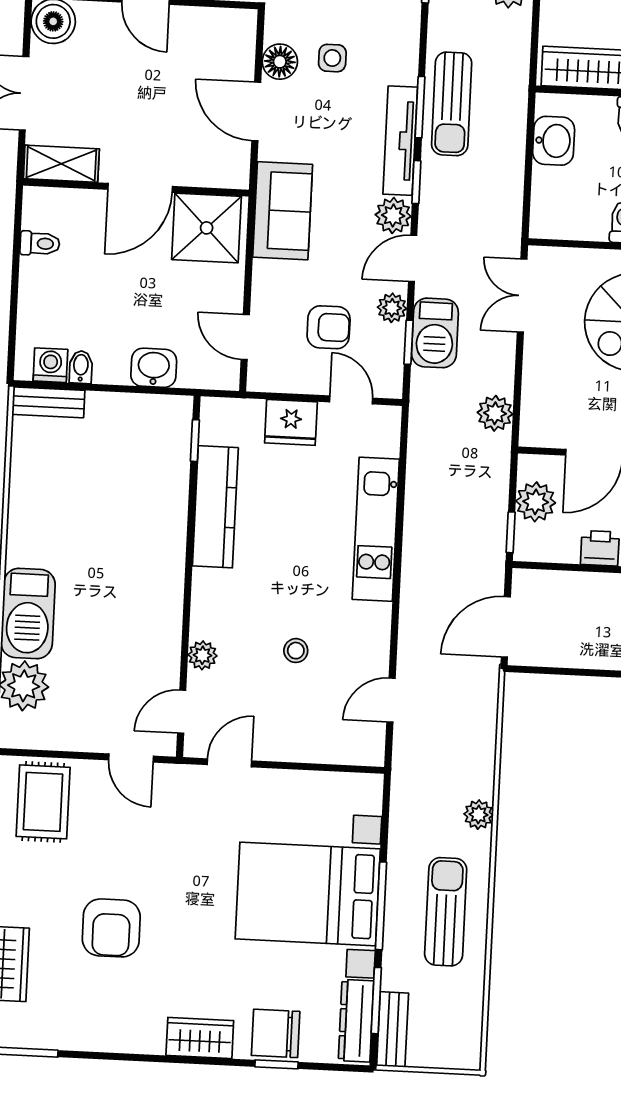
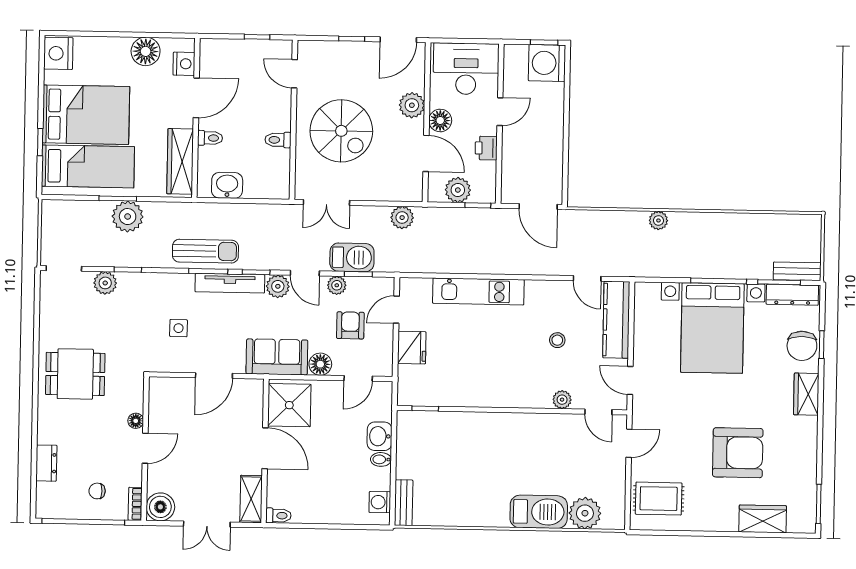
floor lamp: (280, 62) -> (320, 364), moved
toilet: (40, 243) -> (278, 516), moved, turned 90
bidet: (81, 367) -> (381, 459), moved
kitchen counter: (215, 507) -> (616, 320), moved, turned -90
sun lounger: (446, 912) -> (721, 240), removed
armchair: (111, 928) -> (738, 453), width x1.36, depth x1.36

